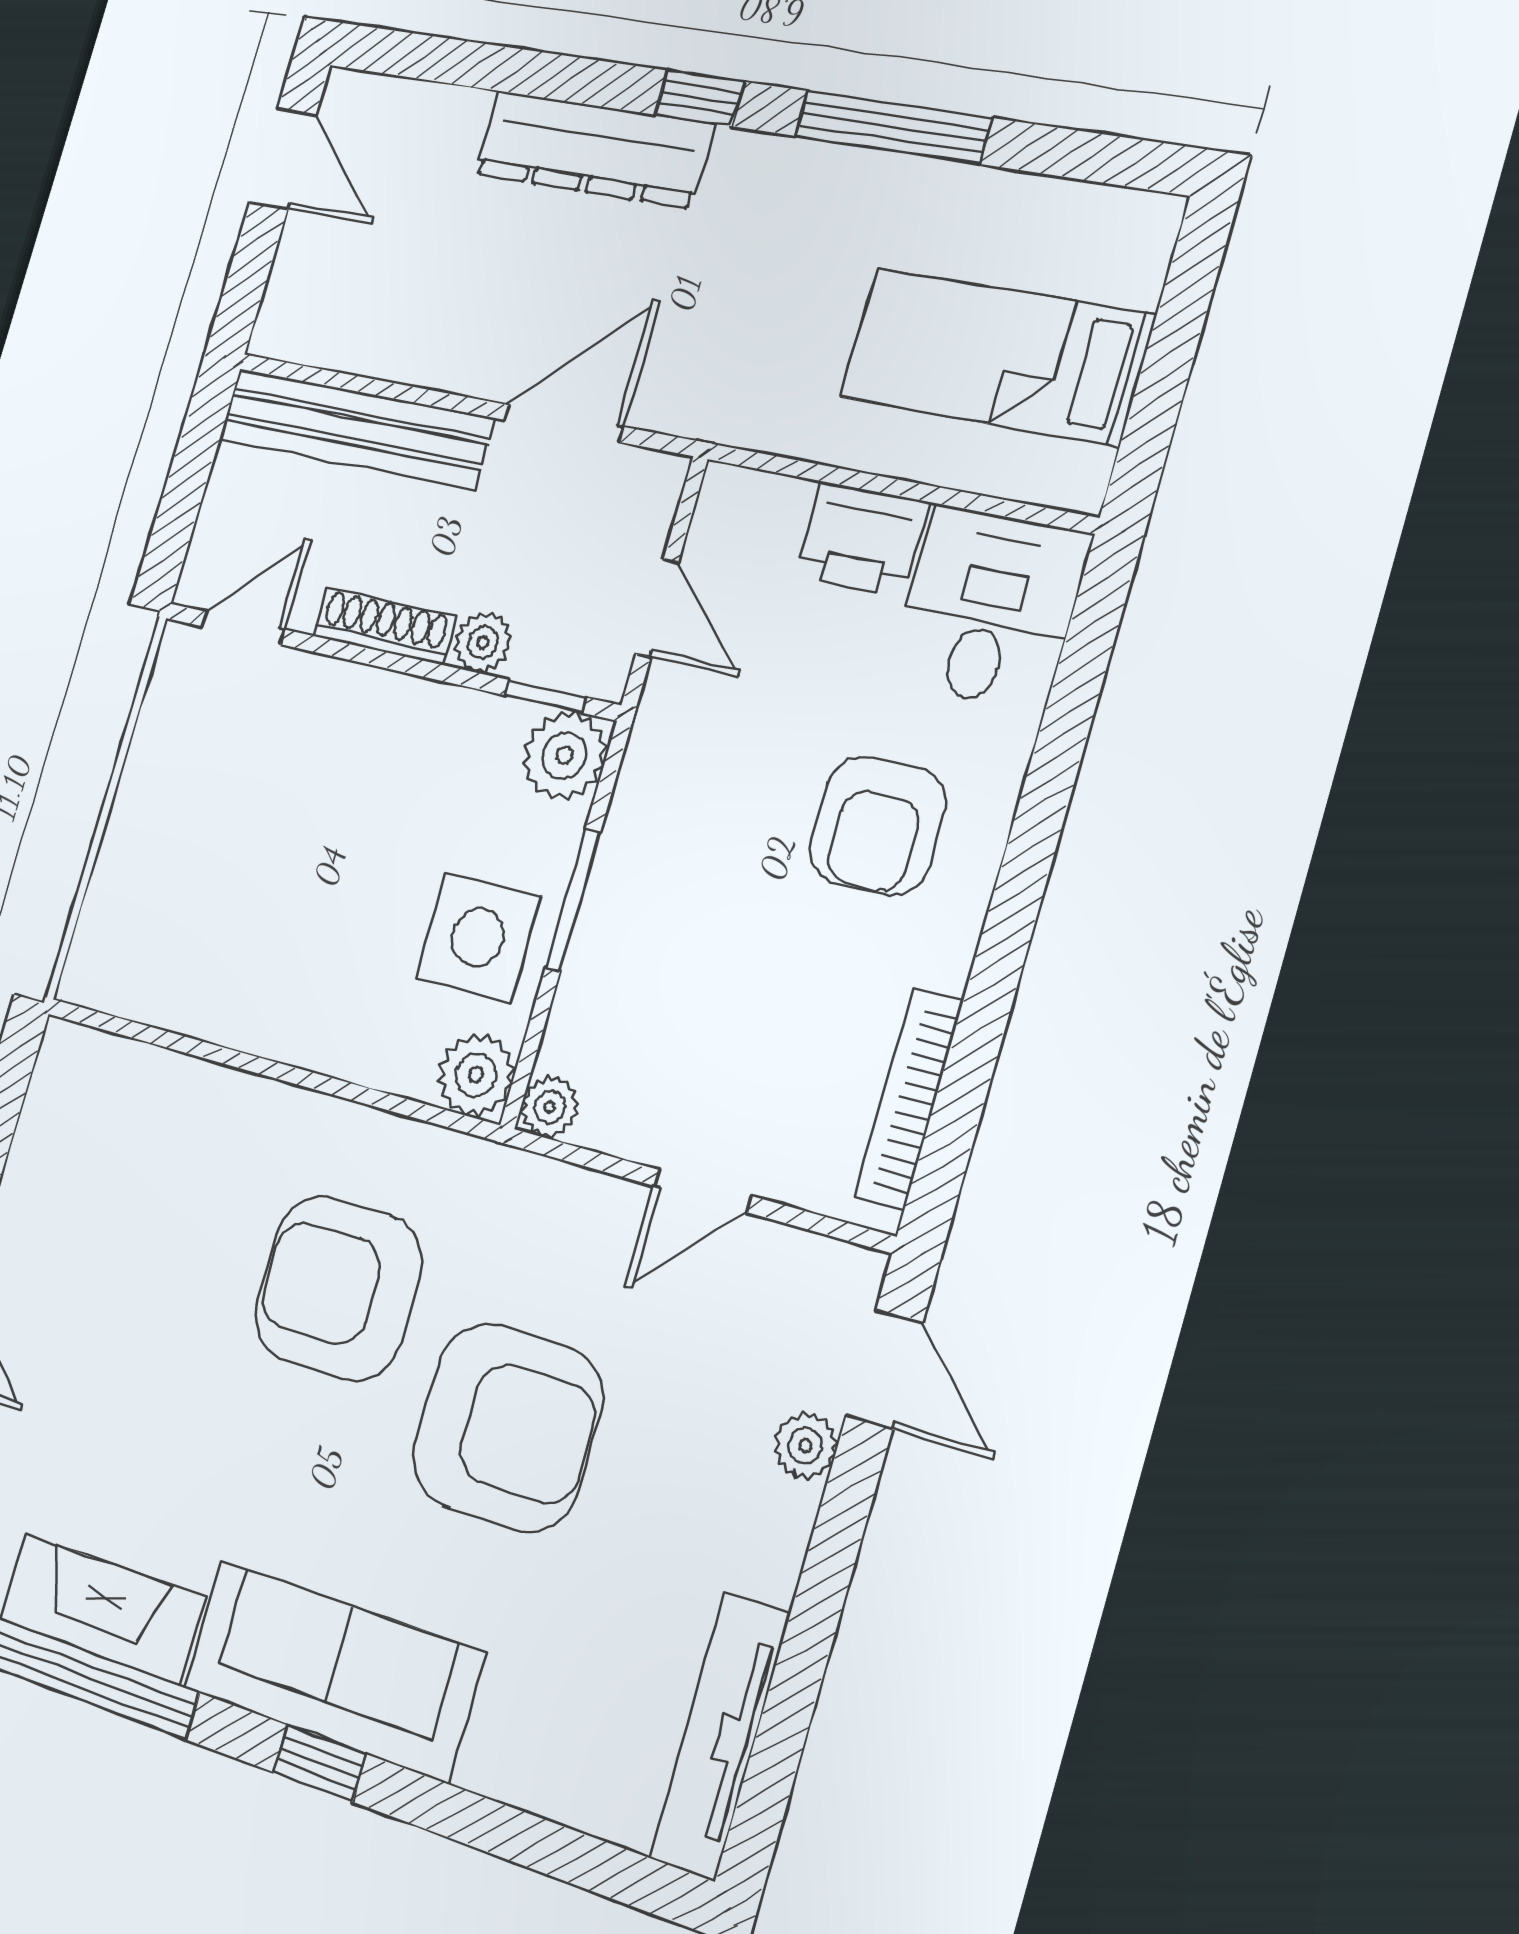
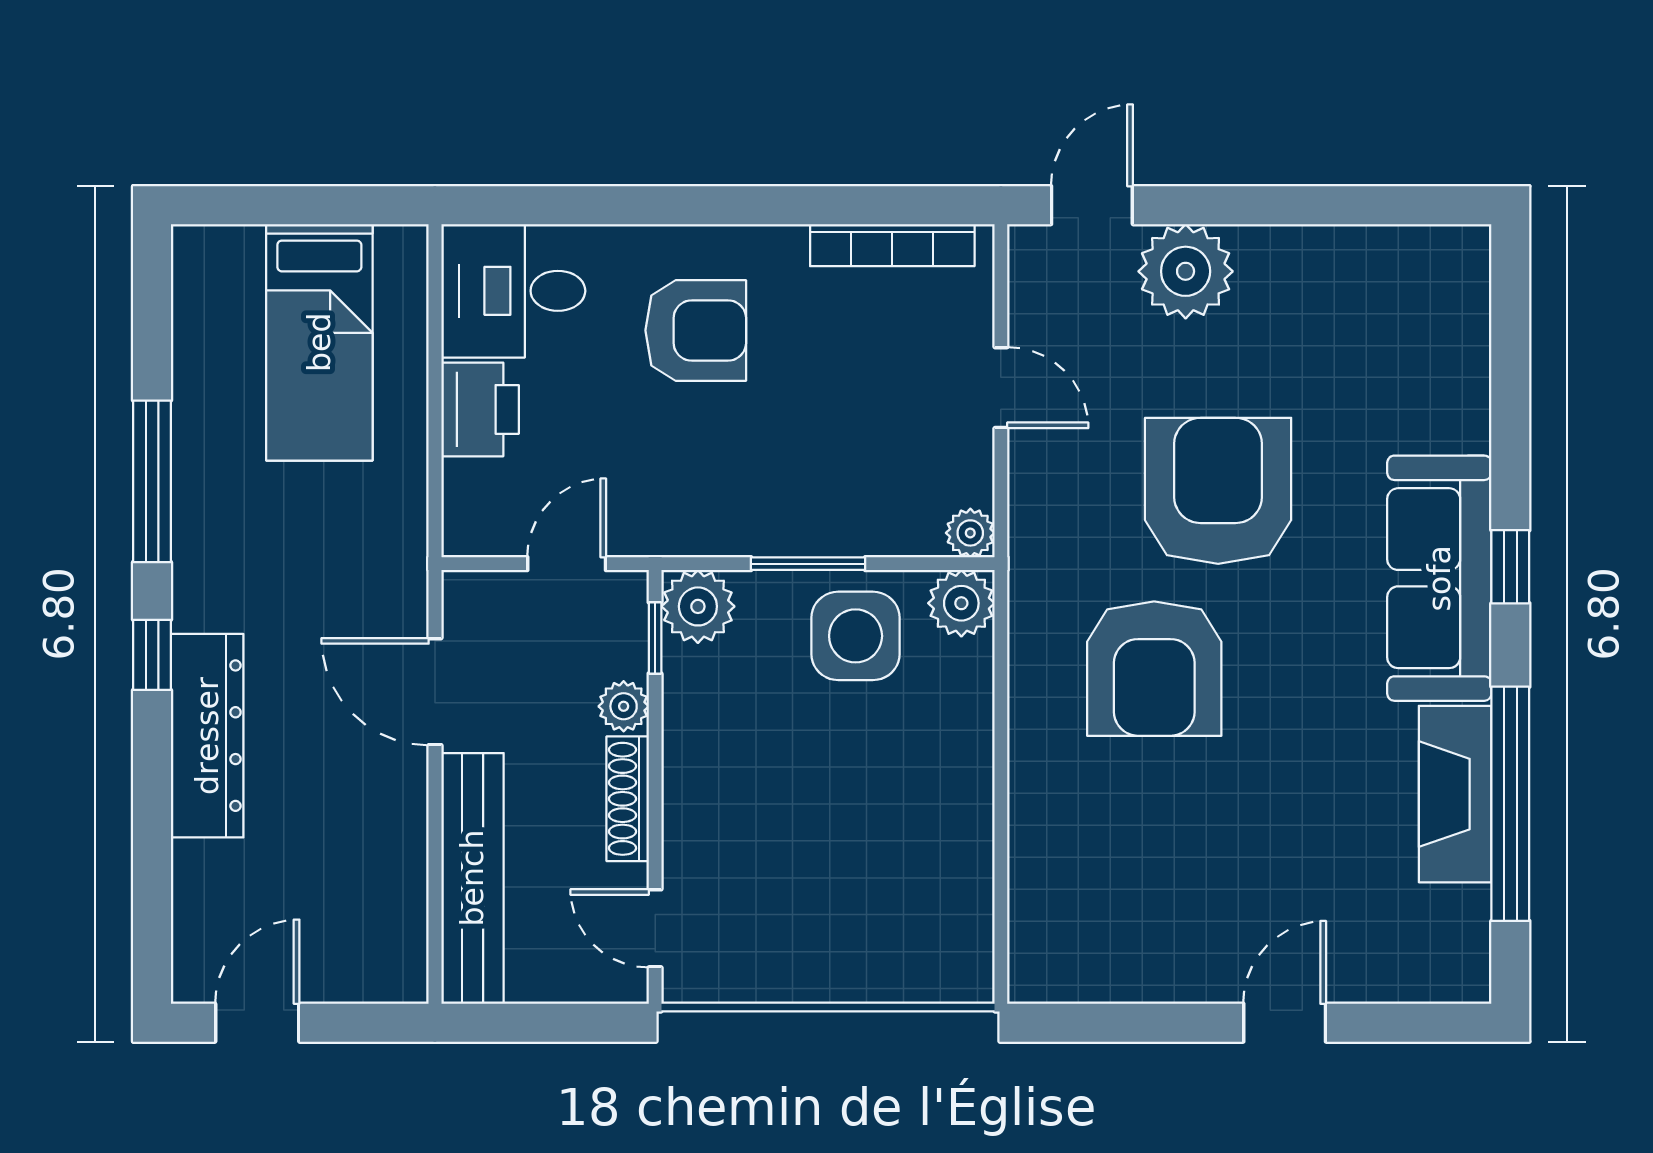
plant: (805, 1446) -> (1186, 271), width x1.88, depth x1.88
tv unit: (720, 1736) -> (1388, 252), removed

